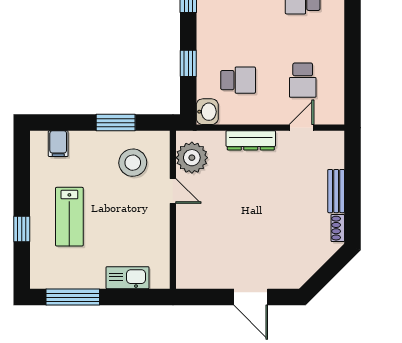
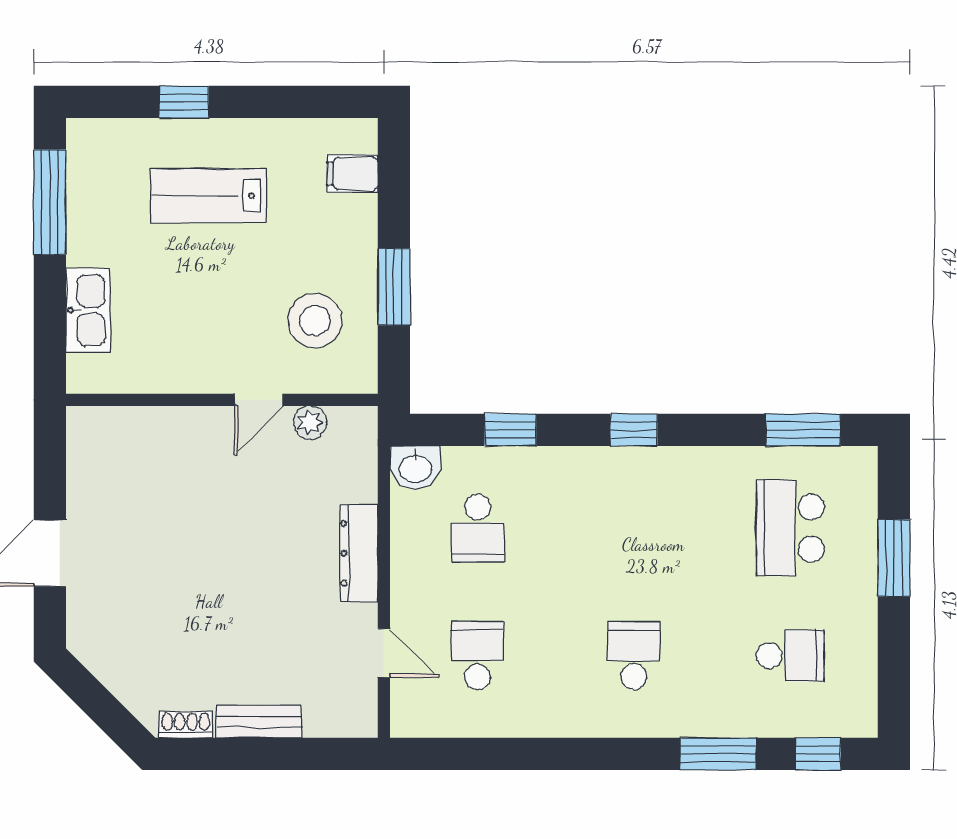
school desk: (303, 80) -> (478, 656), turned 90
plant: (192, 158) -> (310, 423), width x0.53, depth x0.53

